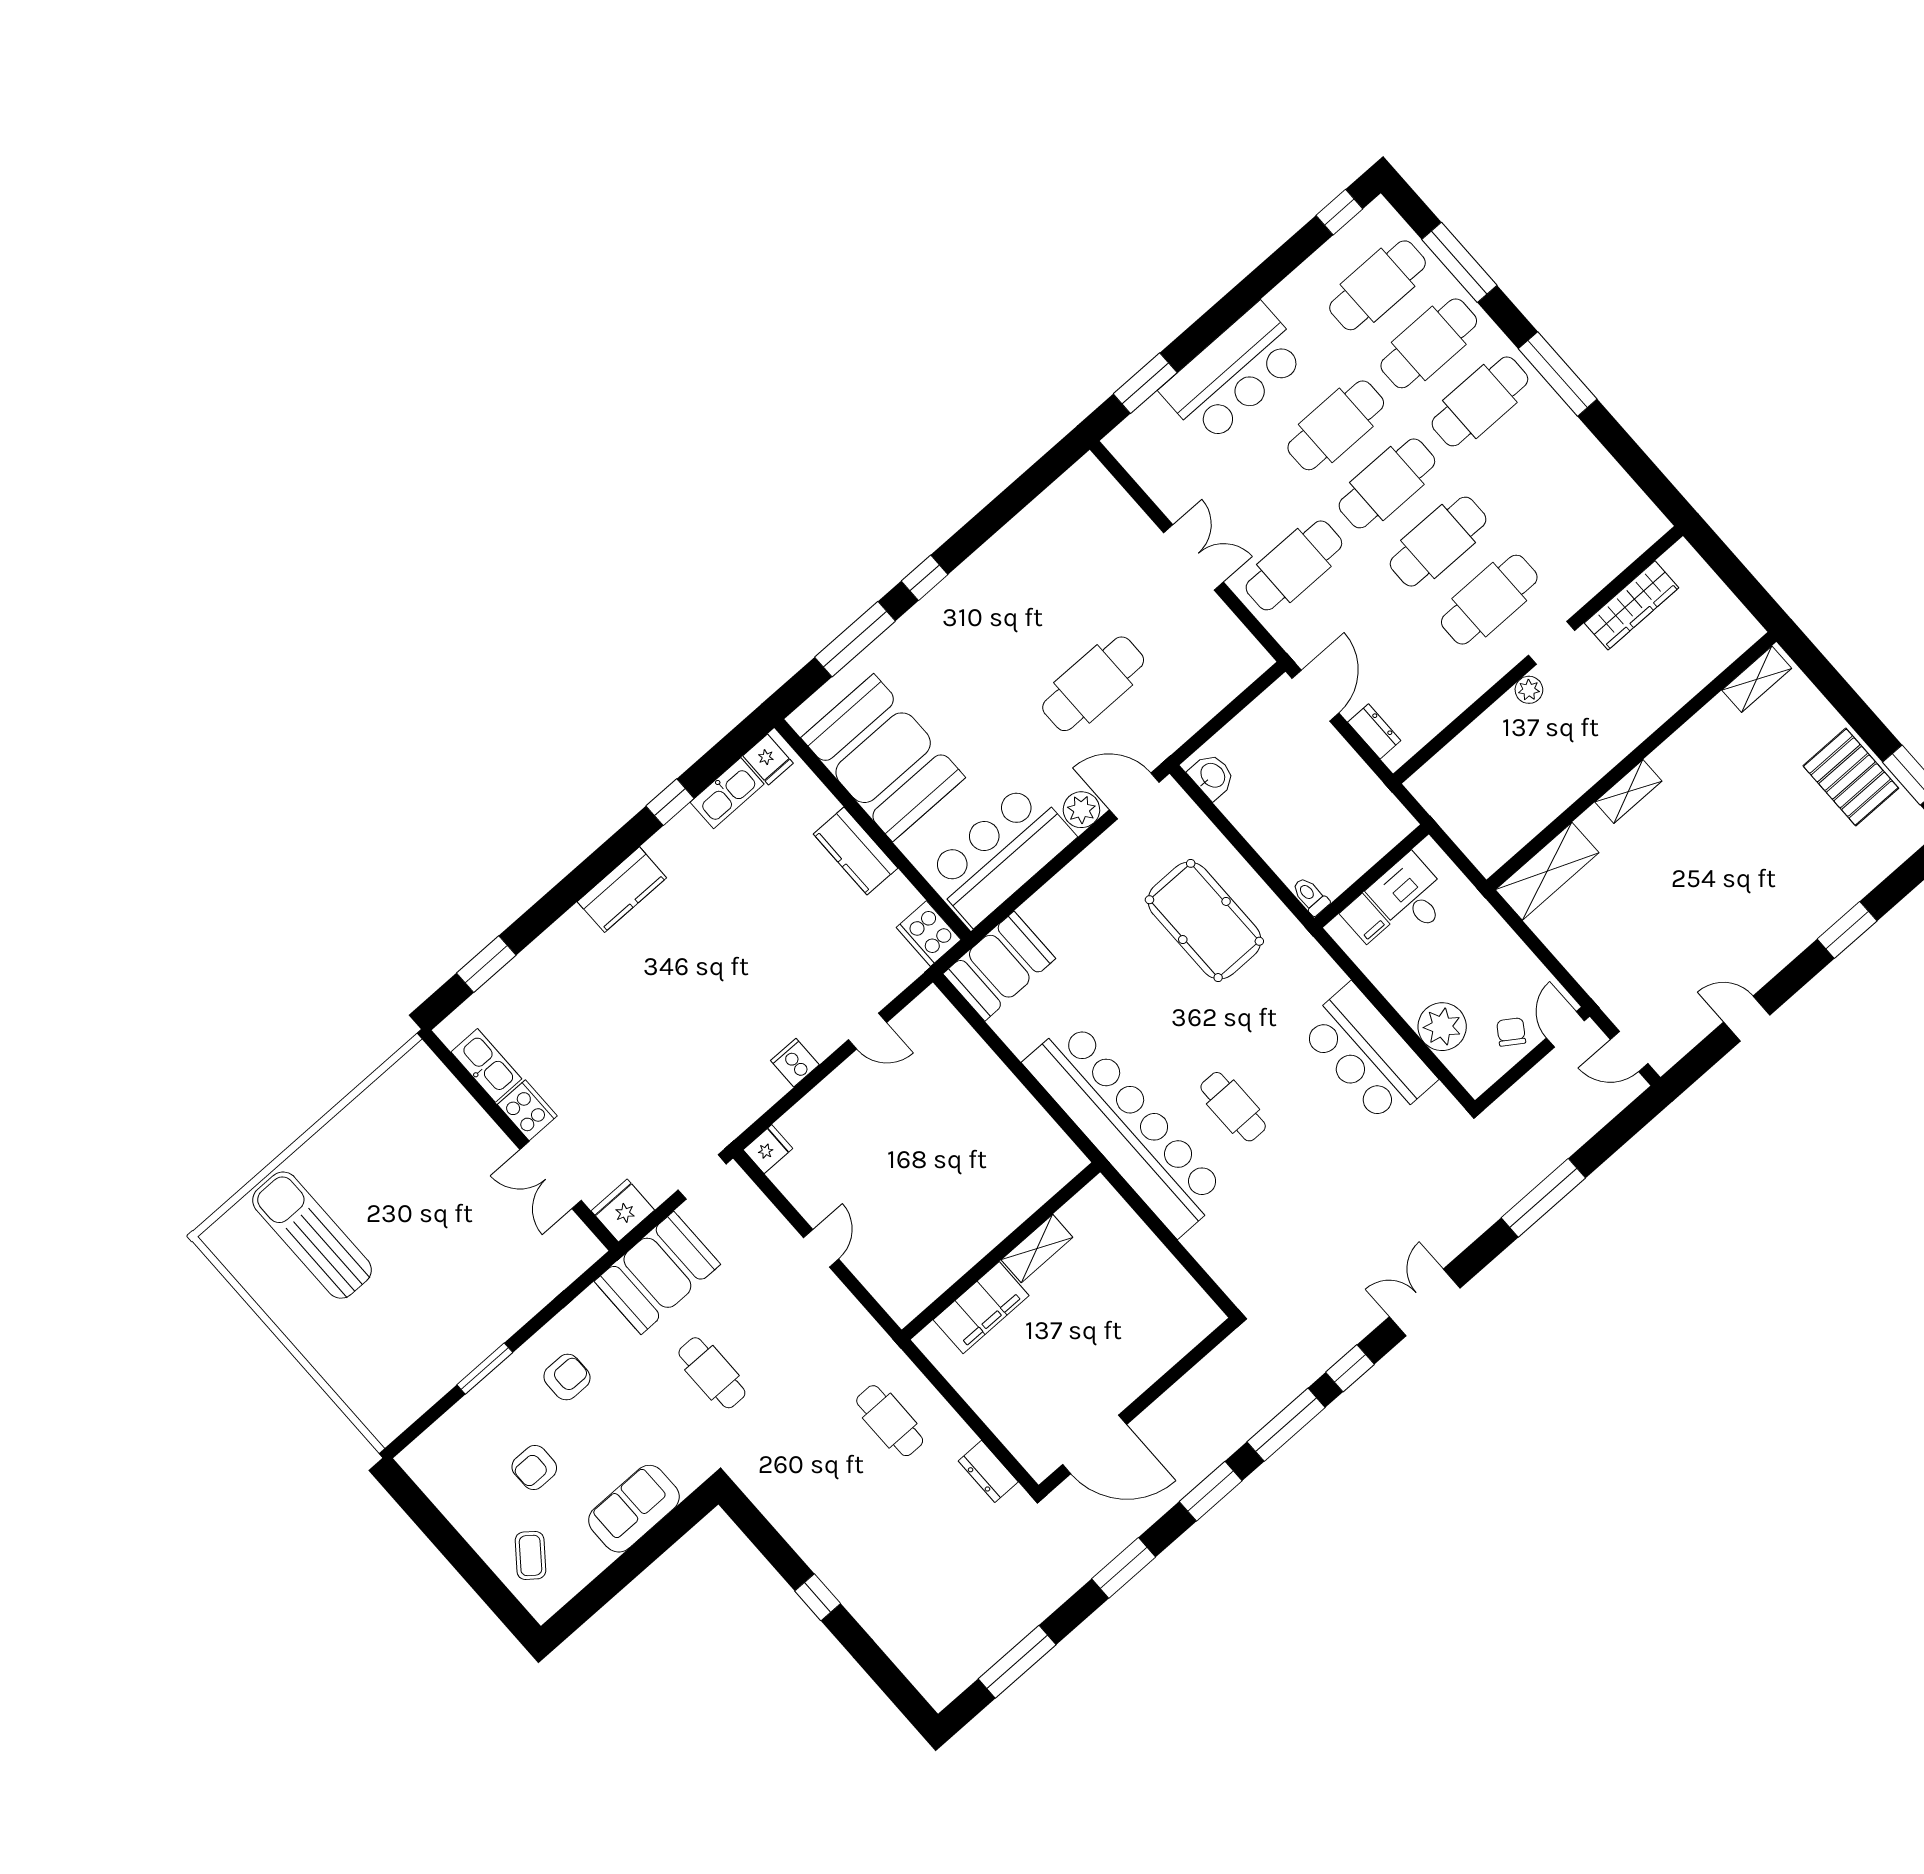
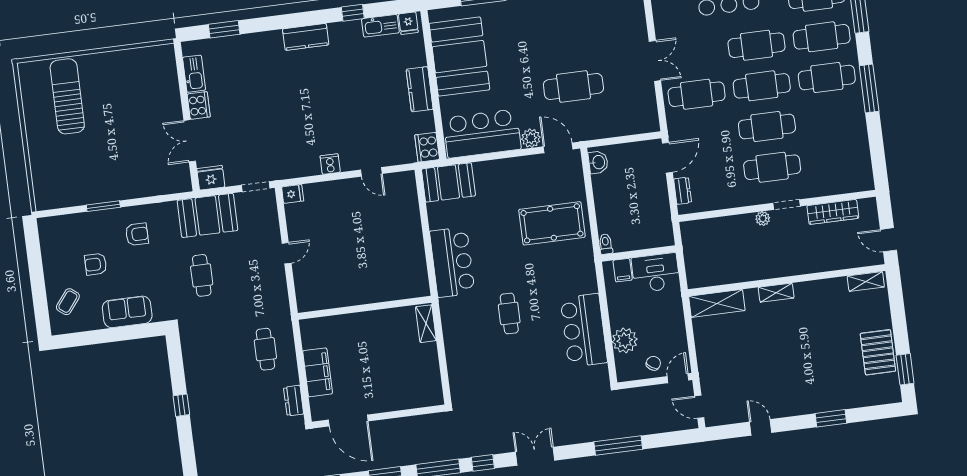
door: (1748, 590) -> (888, 240), added
desk: (1410, 896) -> (656, 273), width x1.37
pool table: (1204, 920) -> (552, 223), turned 90
bar counter: (1126, 1128) -> (452, 262), width x0.54
shelving: (1037, 1249) -> (426, 324), moved, turned 90
filing cabinet: (981, 1308) -> (318, 372), moved, turned -90

